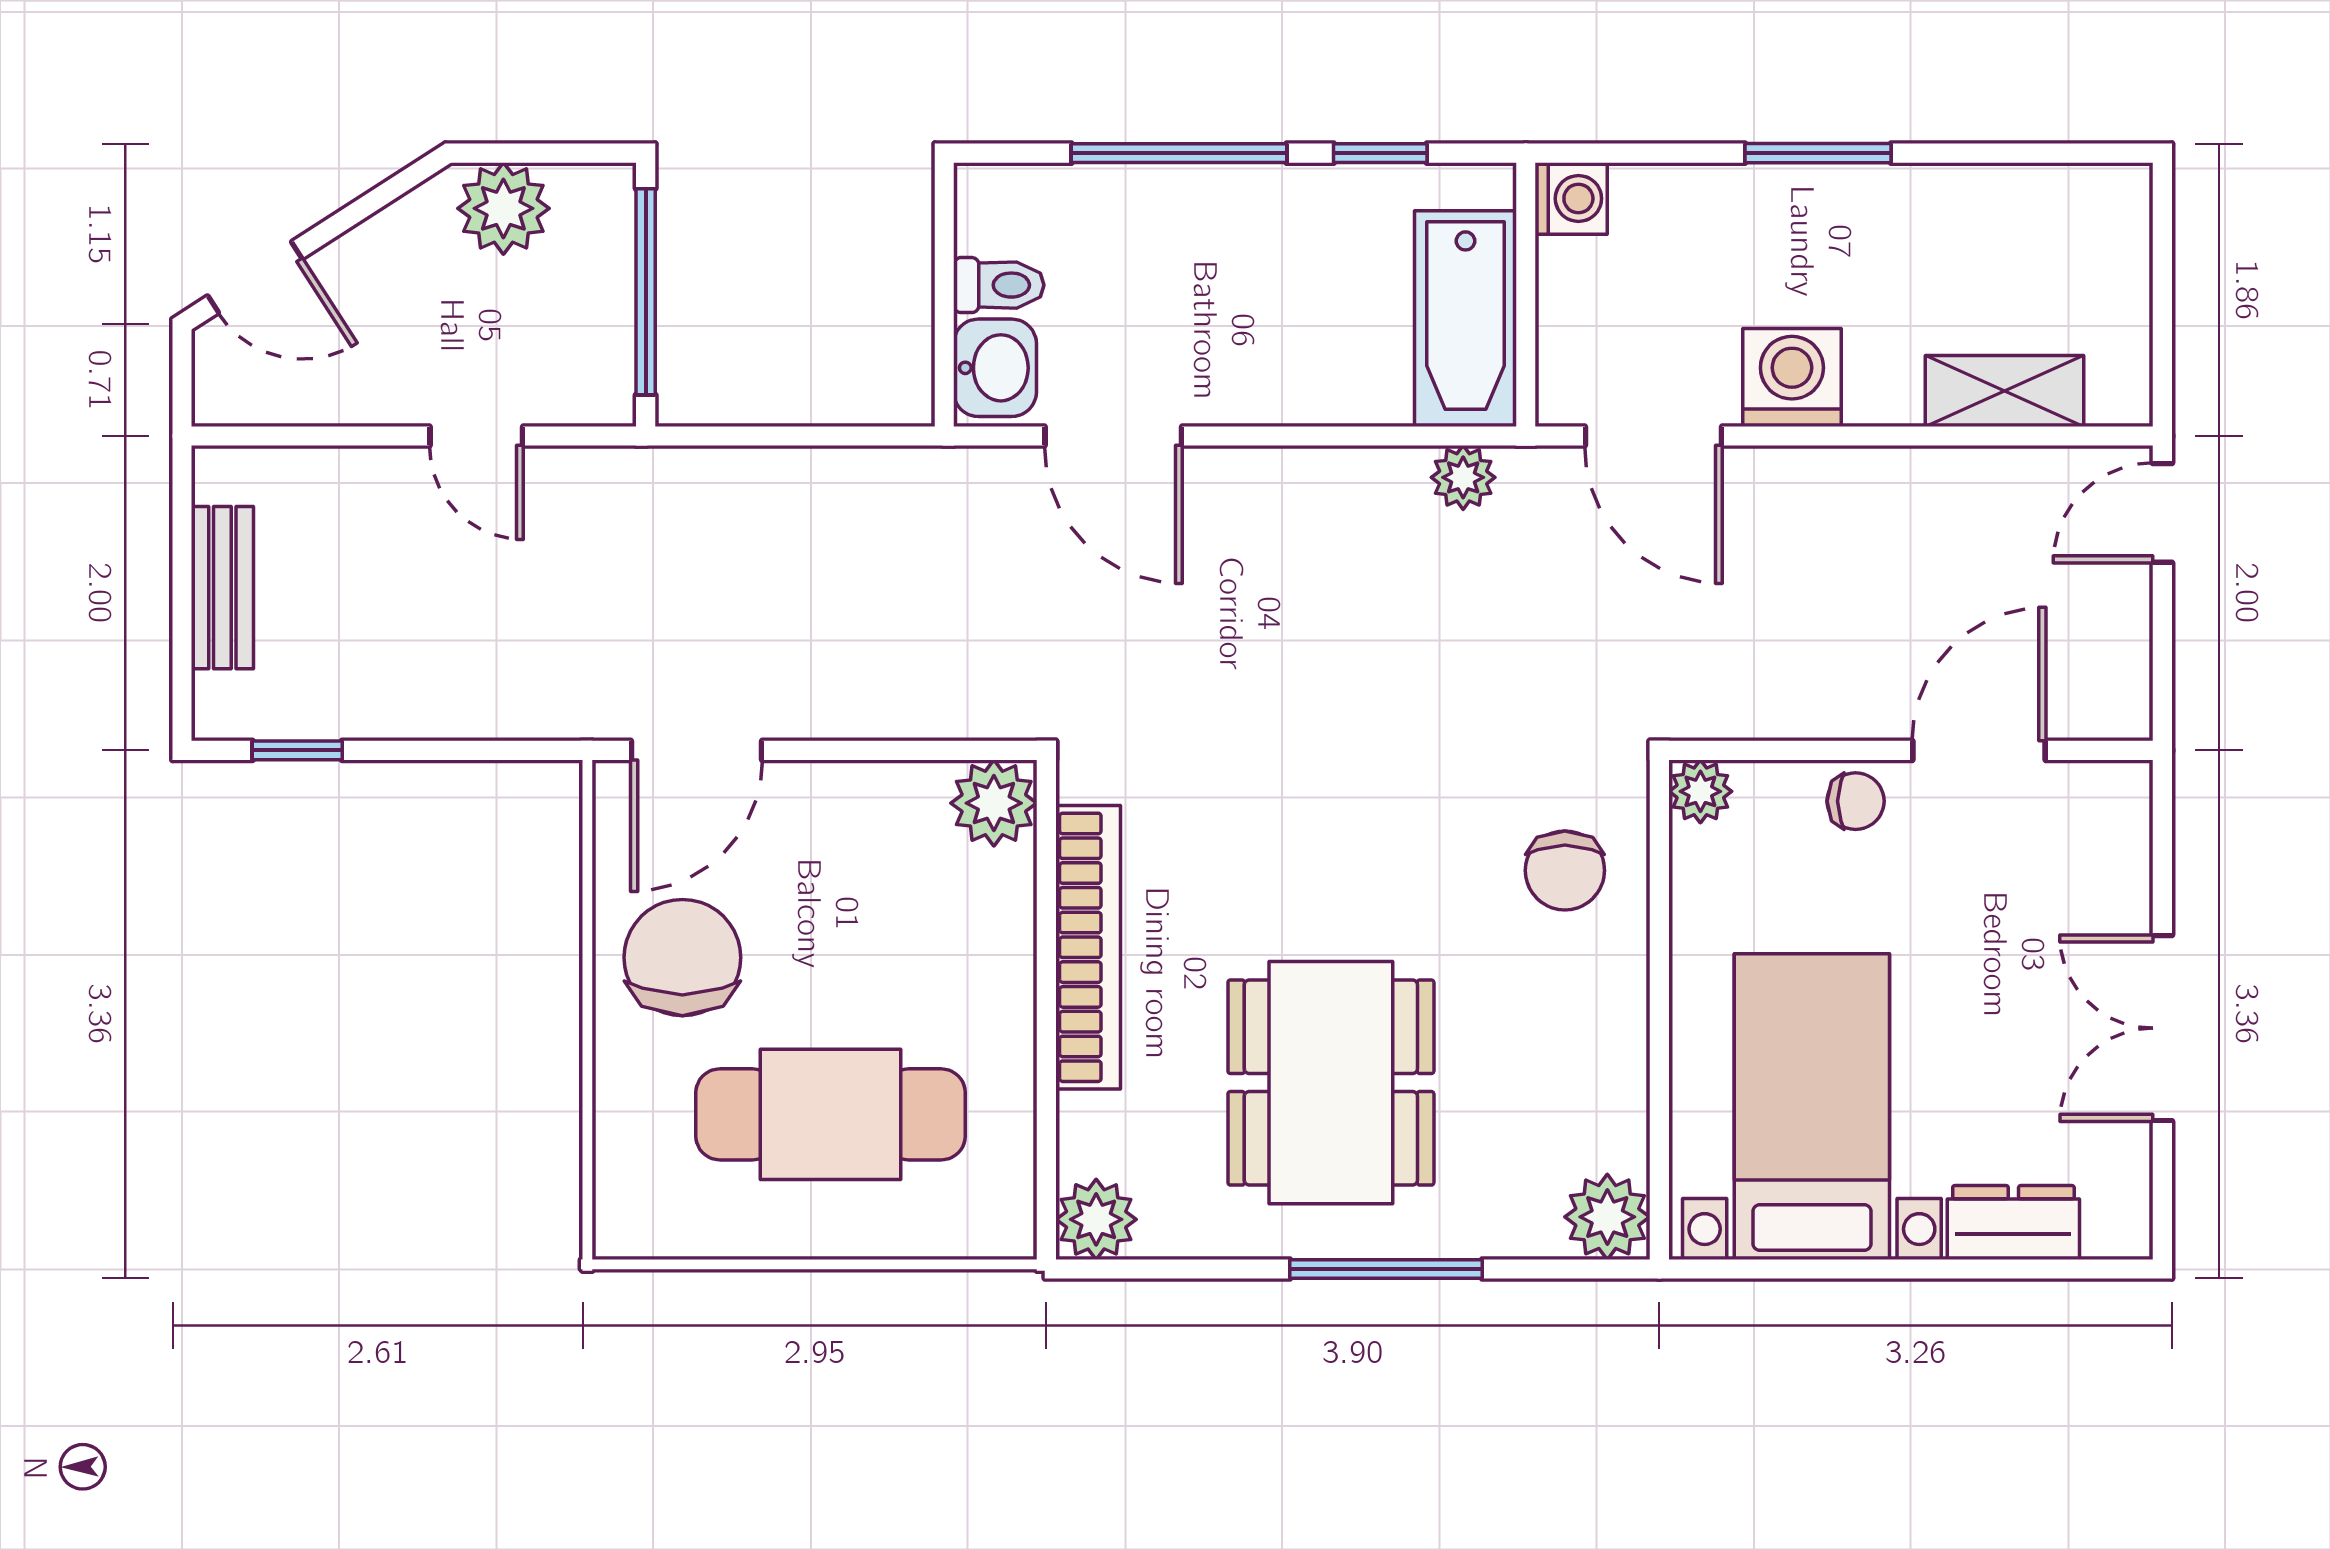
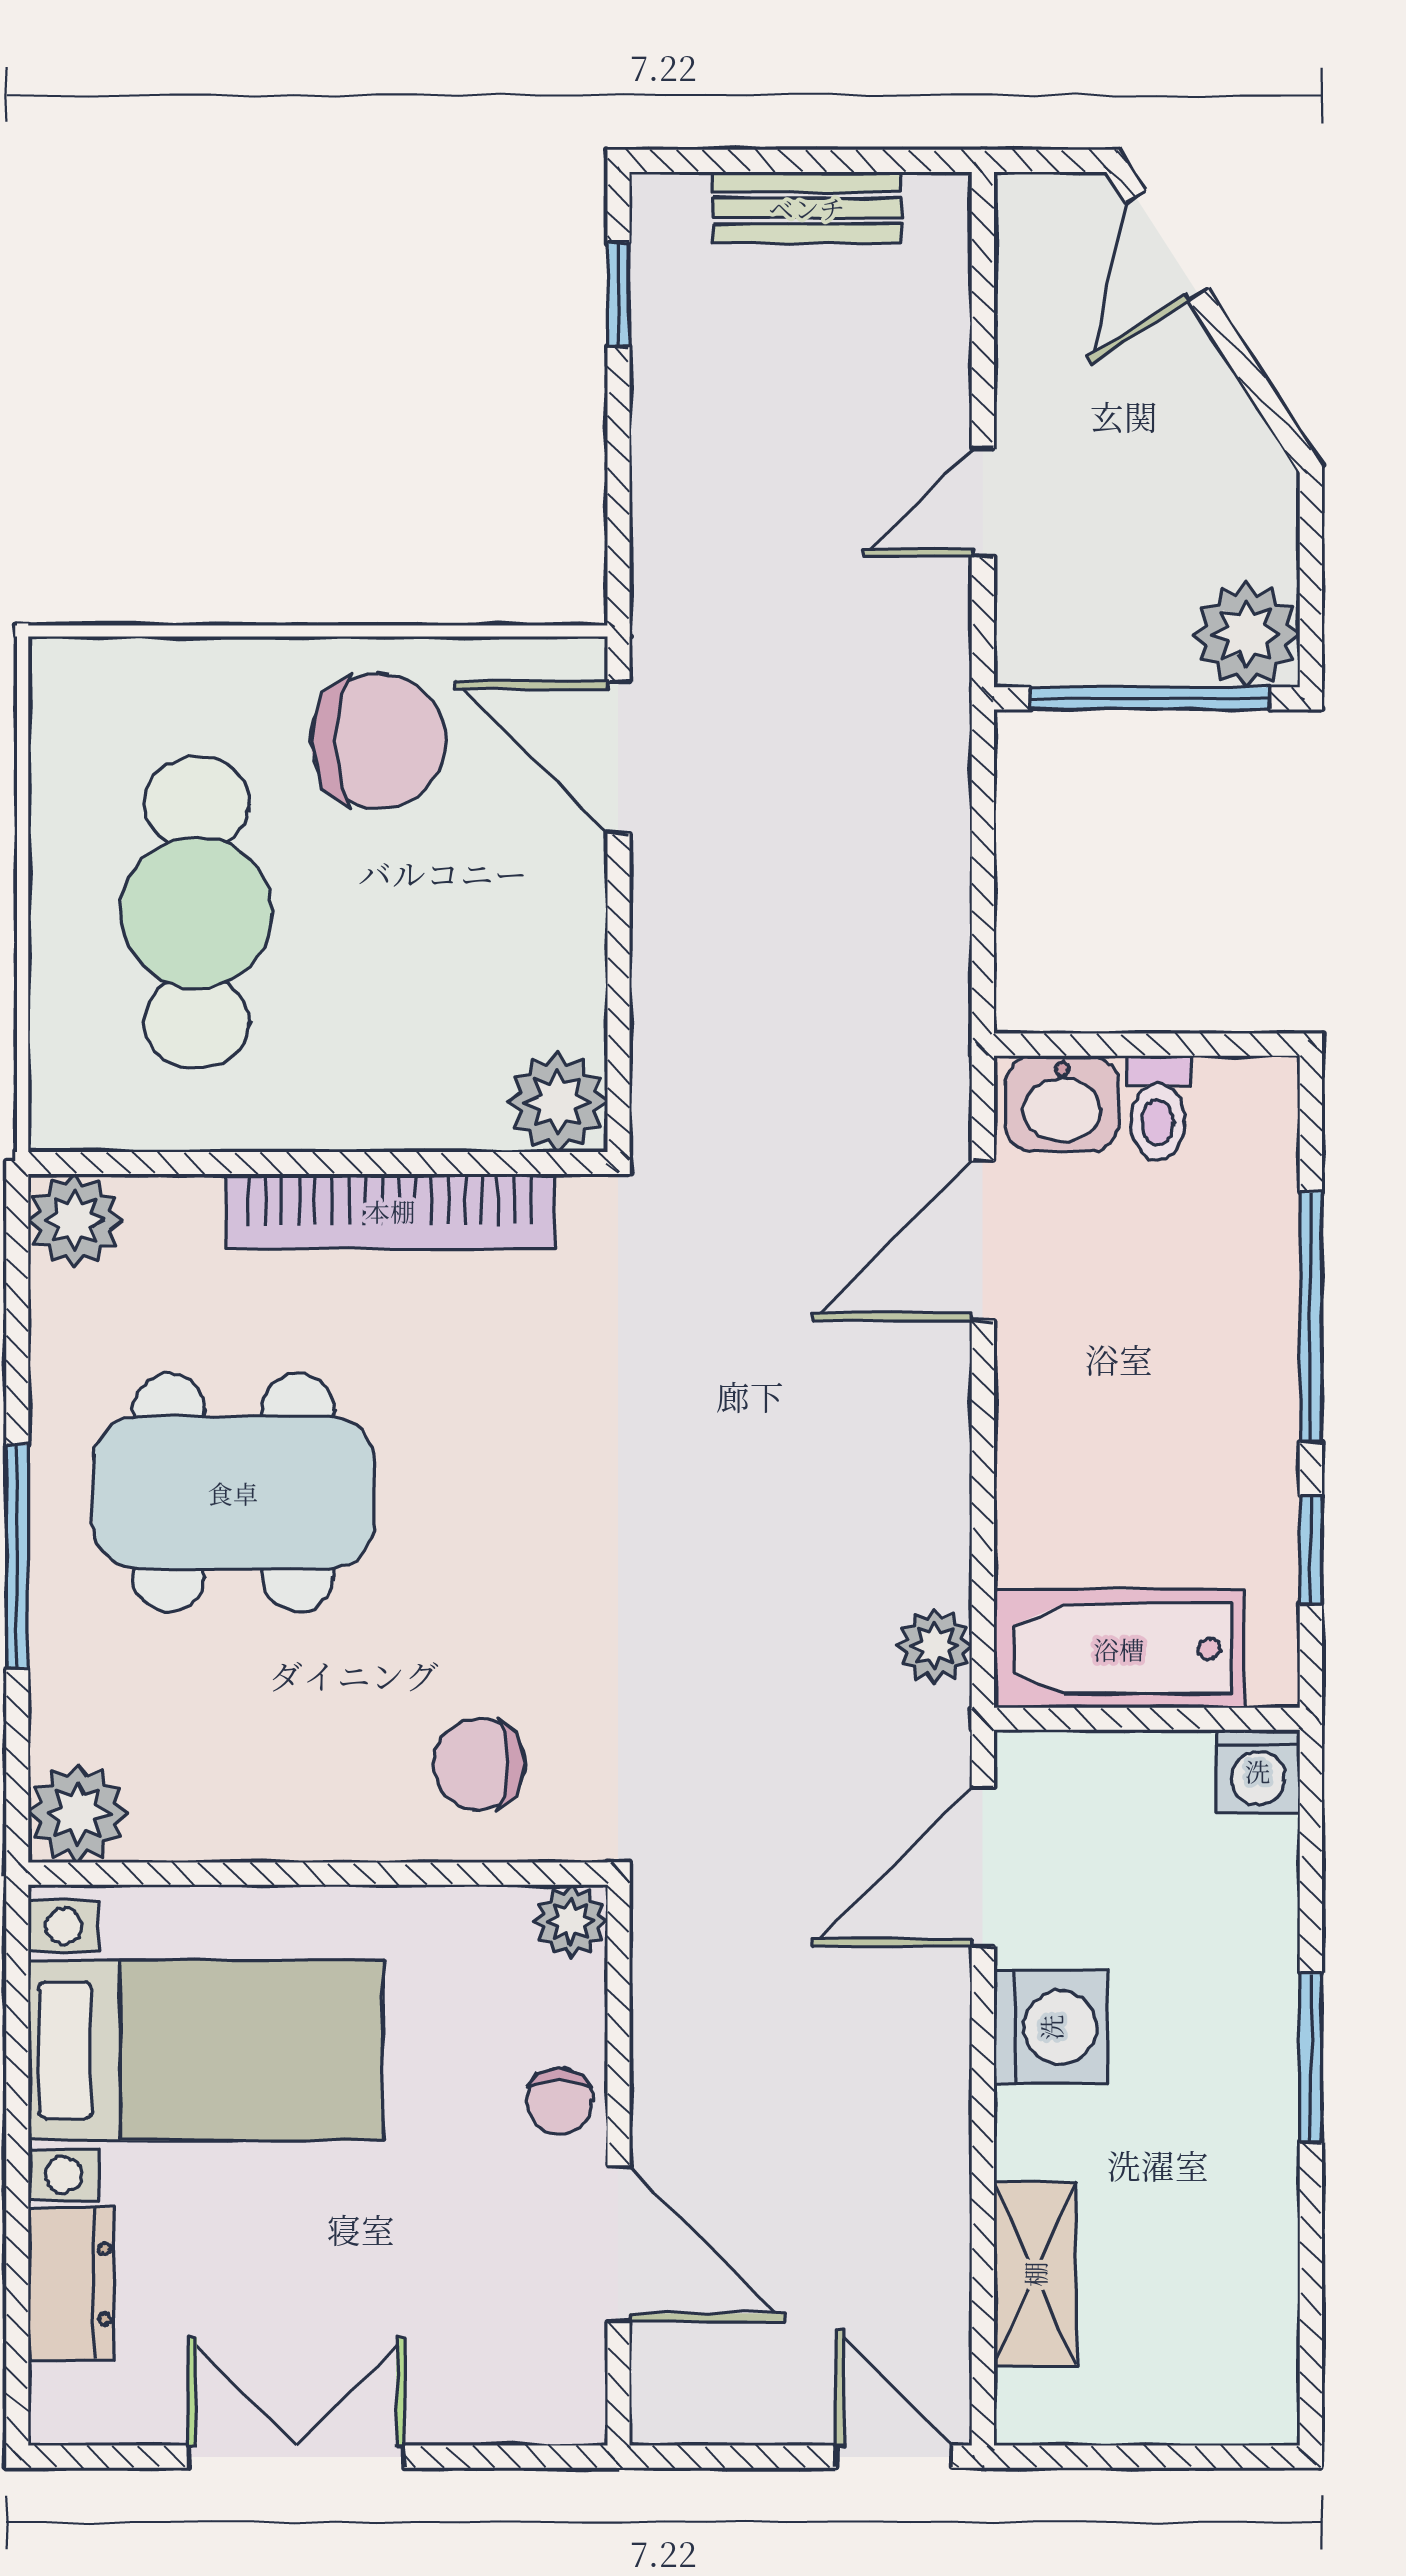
plant: (503, 208) -> (1247, 634), moved

